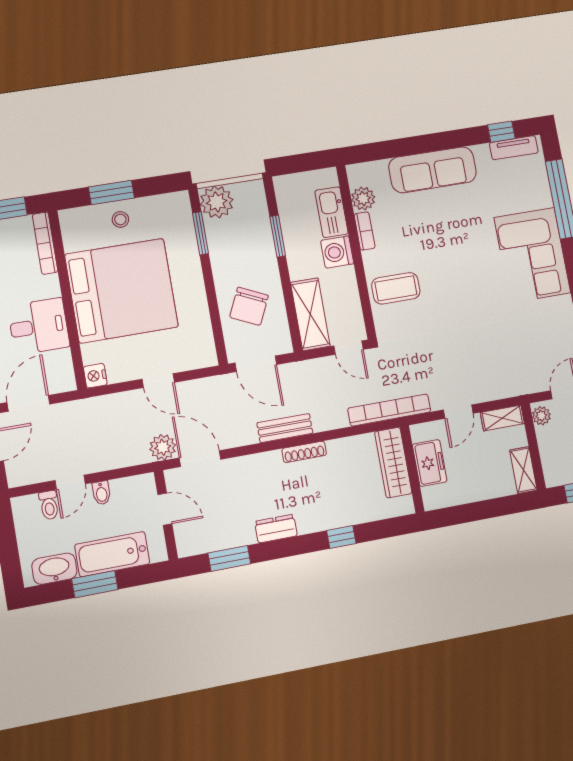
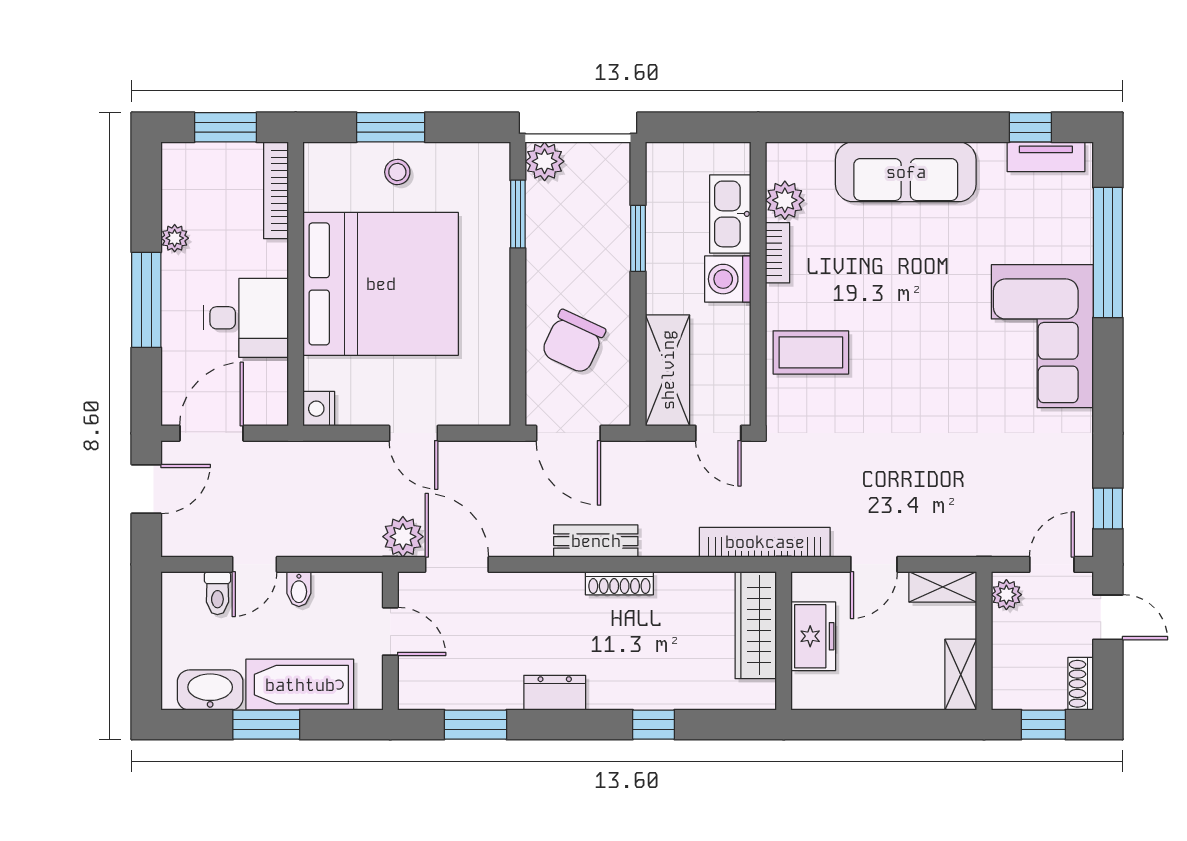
plant: (217, 202) -> (545, 161), width x0.73, depth x0.73

